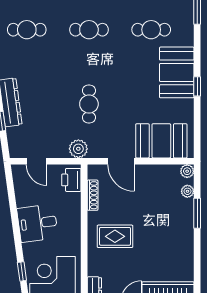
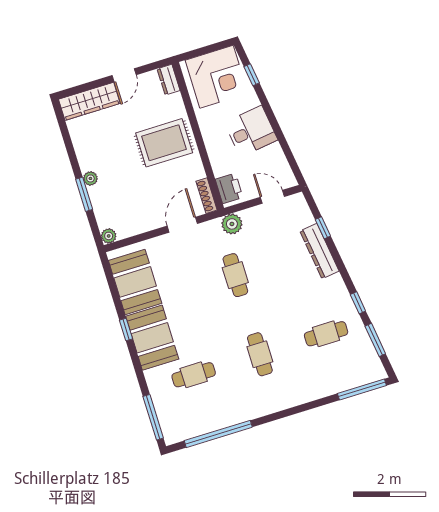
cafe table: (89, 30) -> (260, 354), turned 90
booth: (161, 141) -> (135, 282), moved, turned 90
door: (121, 161) -> (182, 225), hinge flipped
plant: (187, 191) -> (90, 178), moved
shoe rack: (93, 195) -> (207, 196), moved
rug: (115, 236) -> (164, 143), width x1.36, depth x1.43

